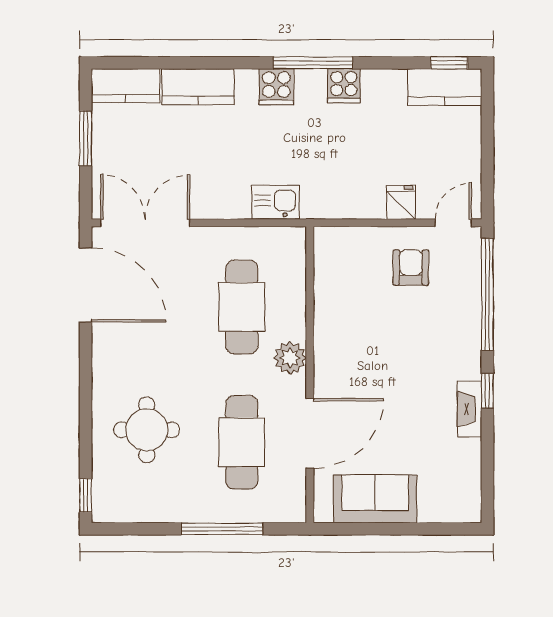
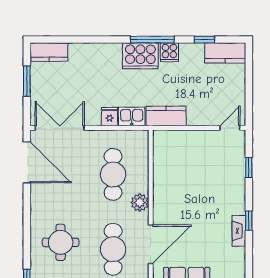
window: (449, 63) -> (204, 40), moved
kitchen counter: (198, 87) -> (166, 116), moved, turned 180
cooker: (276, 87) -> (140, 56), width x1.87, depth x1.31
fridge: (401, 202) -> (110, 117), moved
armchair: (411, 268) -> (206, 153), removed
window: (487, 294) -> (249, 167), width x0.32

